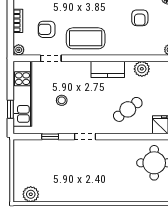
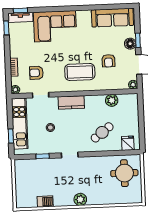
coffee table: (86, 38) -> (80, 72), moved
kitchen counter: (108, 69) -> (71, 102), moved
plant: (31, 194) -> (80, 199), moved
barbecue: (51, 195) -> (45, 202), added

